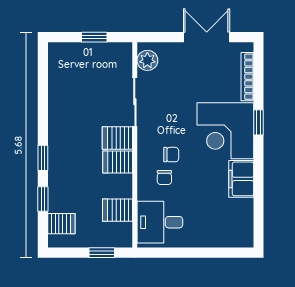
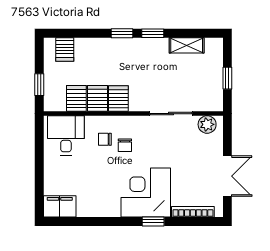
shelving: (57, 84) -> (187, 45), added
server rack: (117, 138) -> (97, 98), moved
filing cabinet: (241, 179) -> (60, 206), moved
window: (43, 199) -> (153, 33), moved

